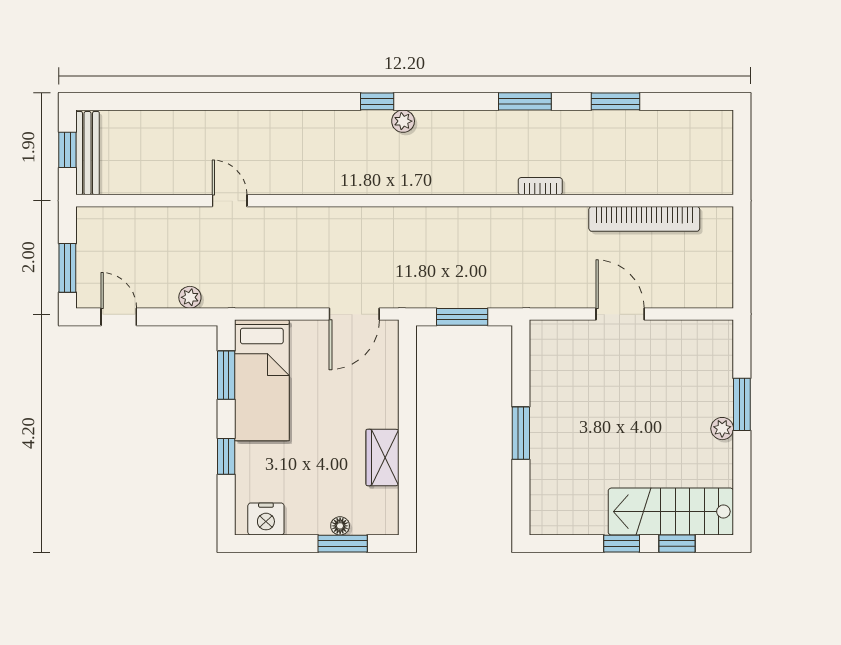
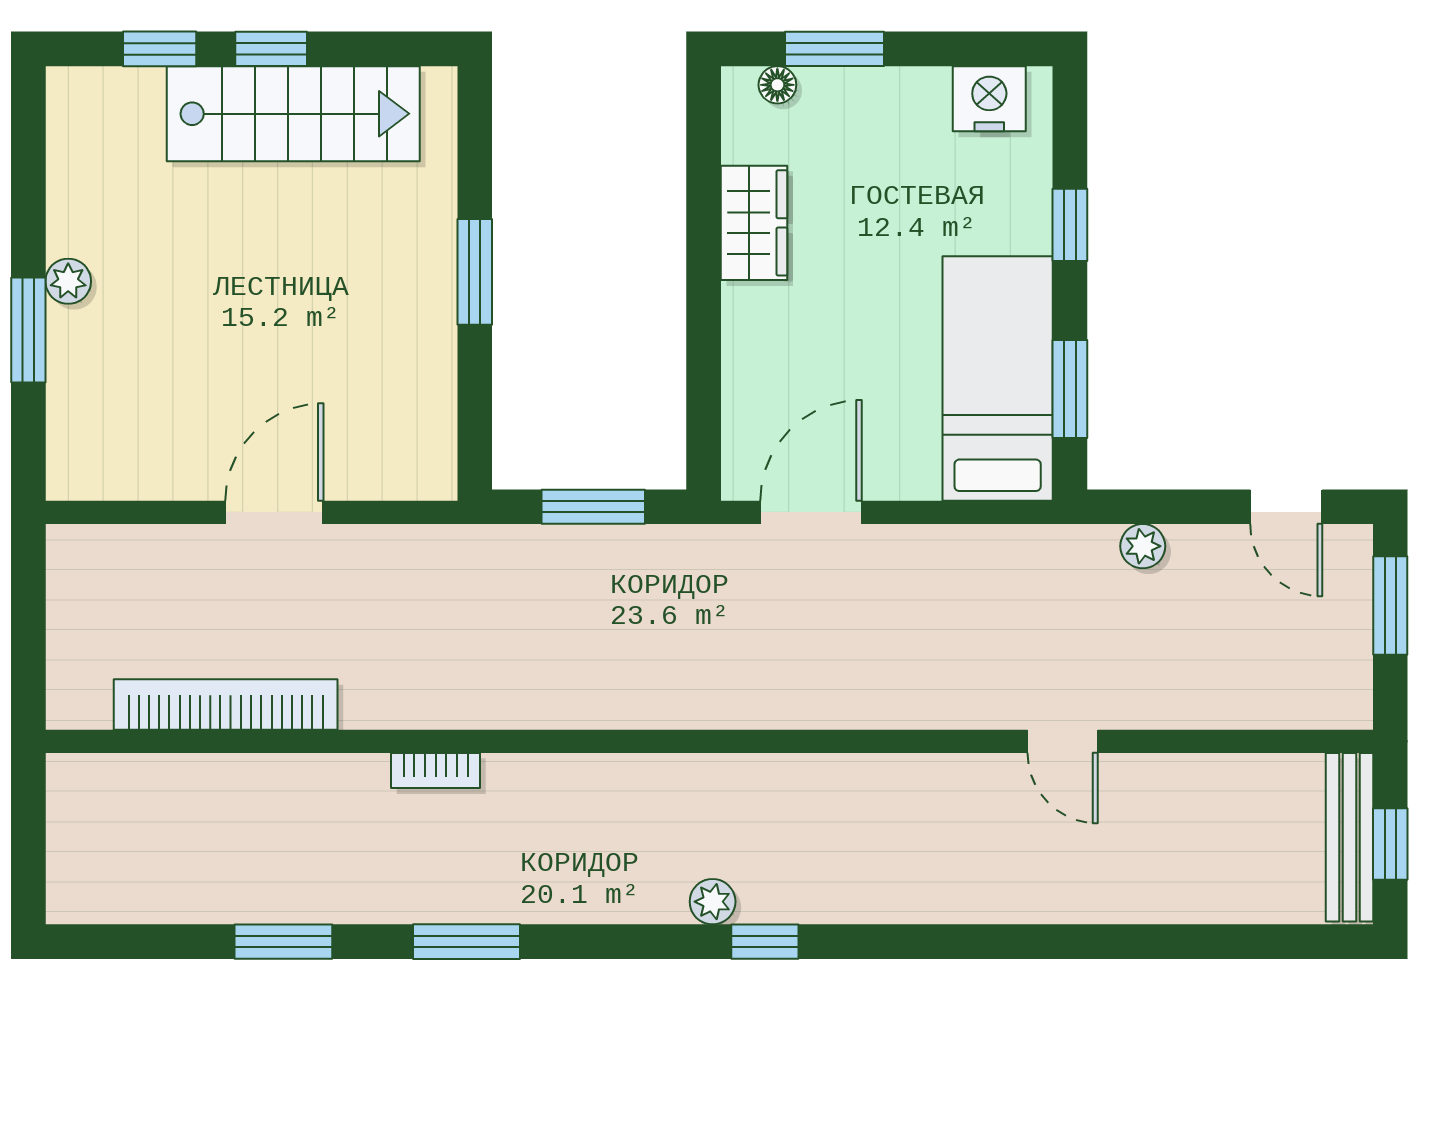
door: (620, 314) -> (274, 512), swing flipped
stairs: (671, 512) -> (293, 114), moved
floor lamp: (340, 526) -> (777, 85), moved

